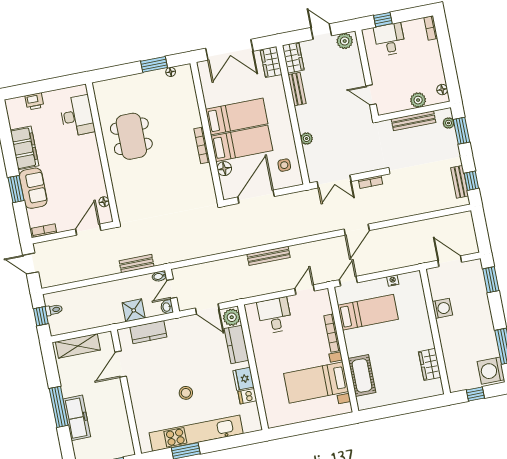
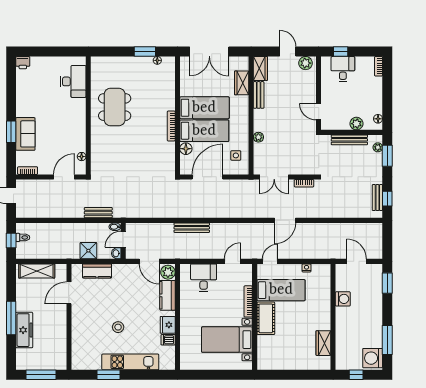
wardrobe: (271, 62) -> (242, 83), moved
printer: (34, 101) -> (23, 63), moved
filing cabinet: (25, 148) -> (25, 99), removed
bench: (269, 256) -> (192, 228), moved
cot: (362, 375) -> (266, 318), moved
kitchen unit: (196, 433) -> (130, 362), width x0.73

